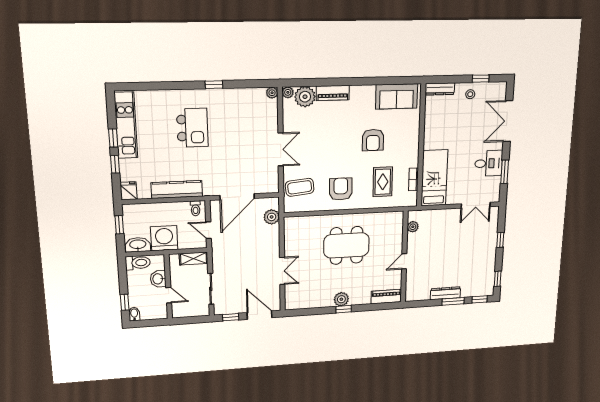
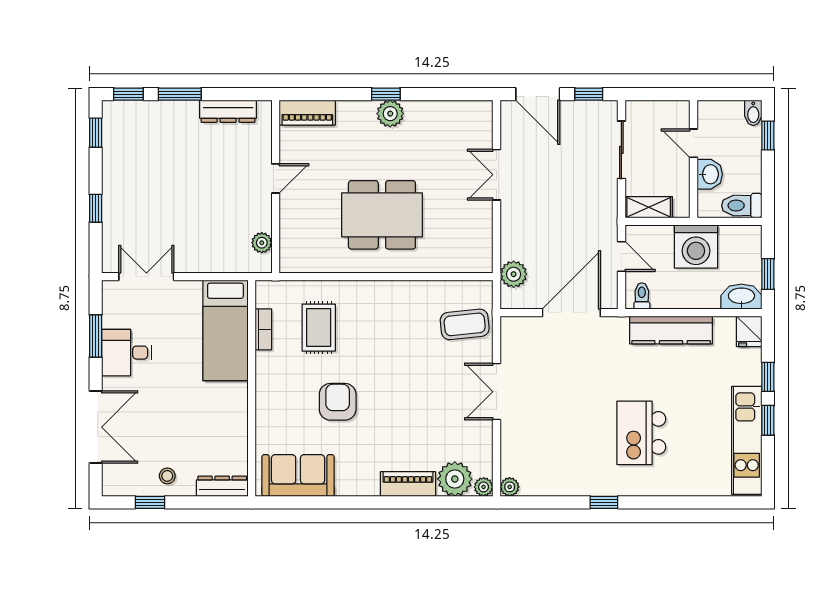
armchair: (341, 189) -> (393, 318), removed
washbasin: (138, 245) -> (741, 297), moved, turned 180
dresser: (445, 293) -> (228, 111), moved

